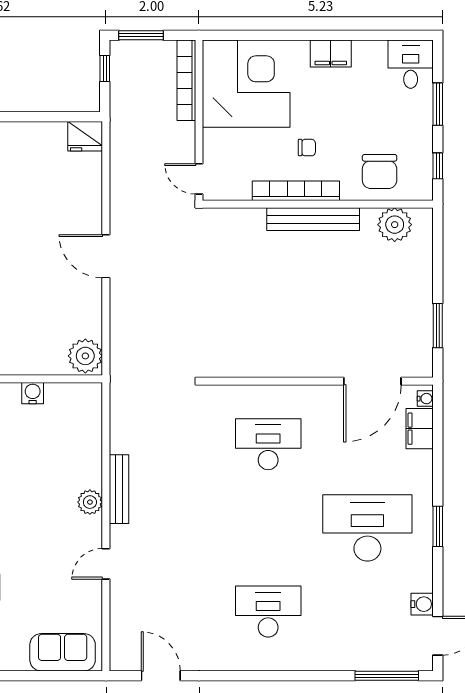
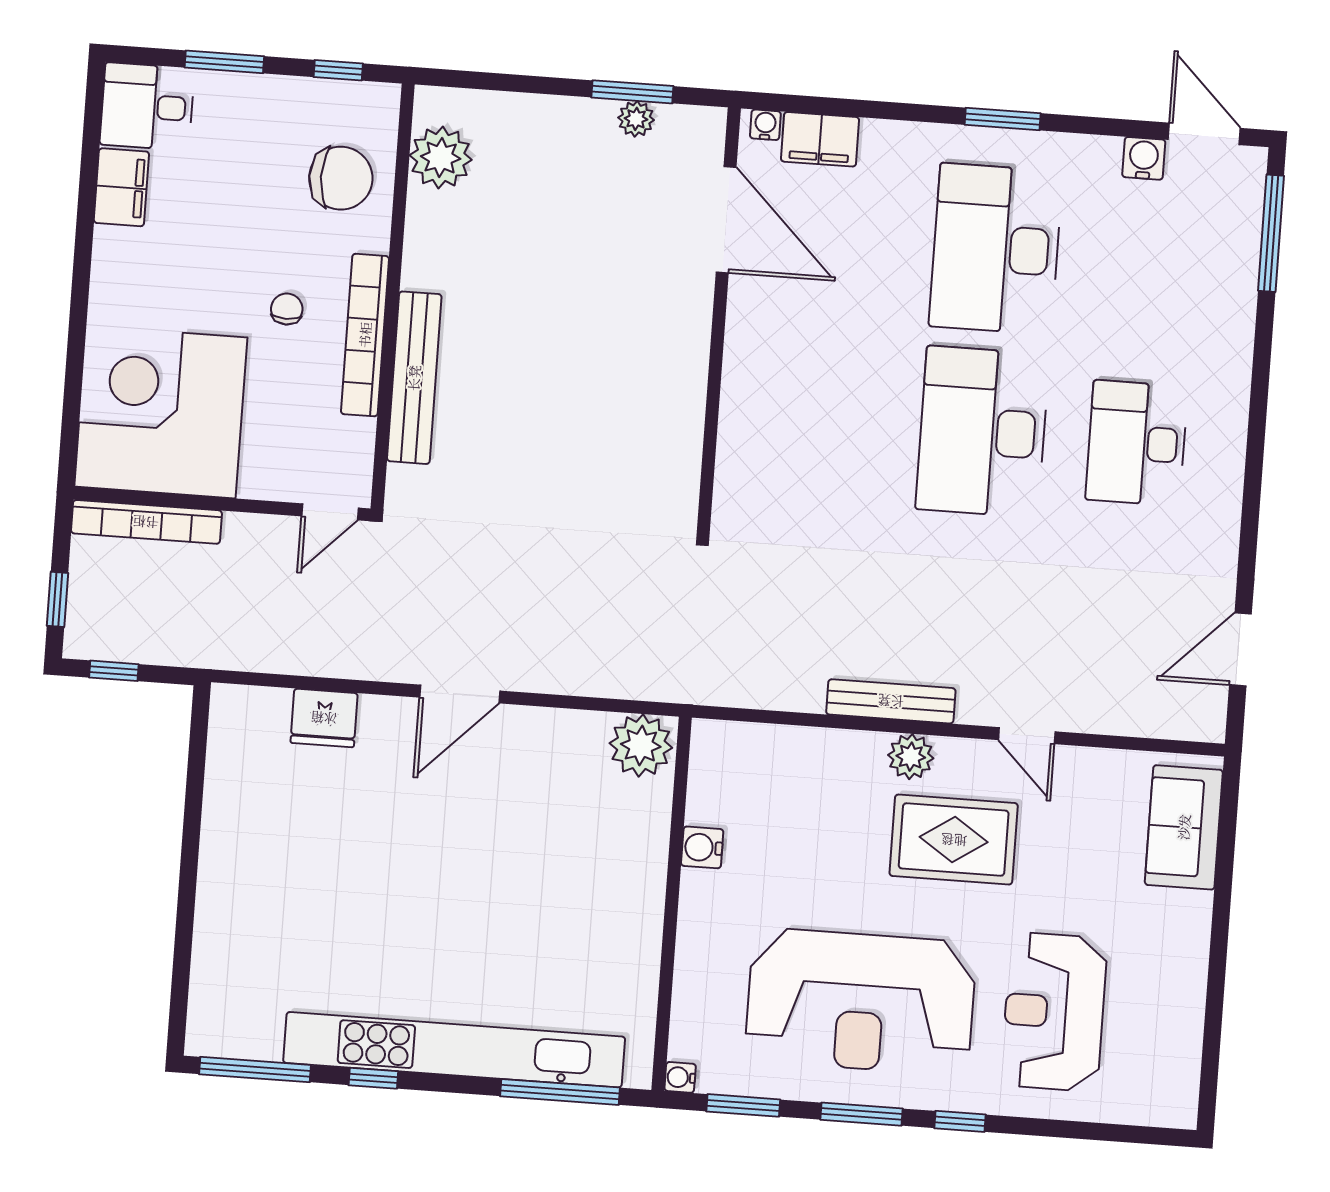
window: (141, 35) -> (57, 599), width x0.67
filing cabinet: (331, 54) -> (121, 187), moved
fridge: (85, 136) -> (324, 718), moved, turned 90
bench: (313, 219) -> (414, 378), moved
plant: (423, 329) -> (636, 119), added
desk: (268, 444) -> (982, 432), moved, width x1.36, depth x1.30
rug: (47, 528) -> (954, 840), added

